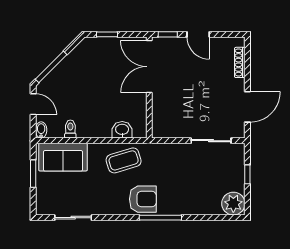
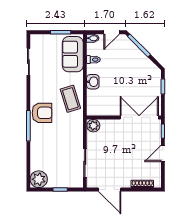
plant: (160, 129) -> (93, 126), added
washbasin: (122, 130) -> (93, 82), moved
armchair: (143, 199) -> (42, 113), turned -90

